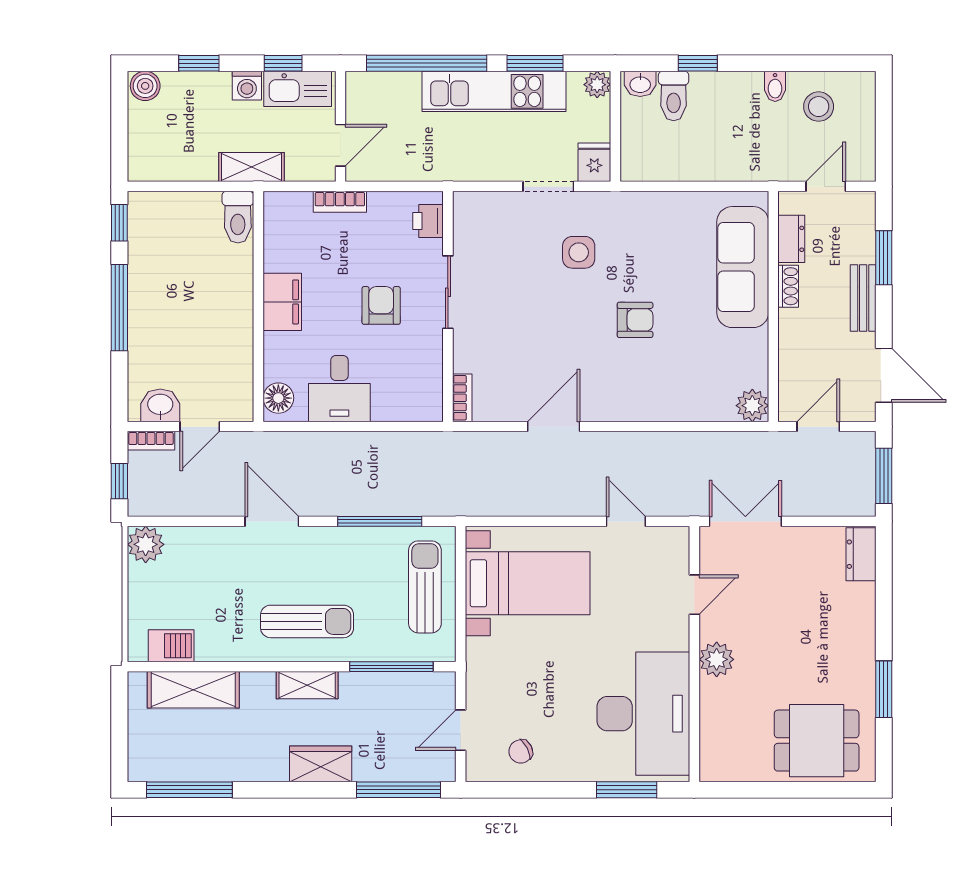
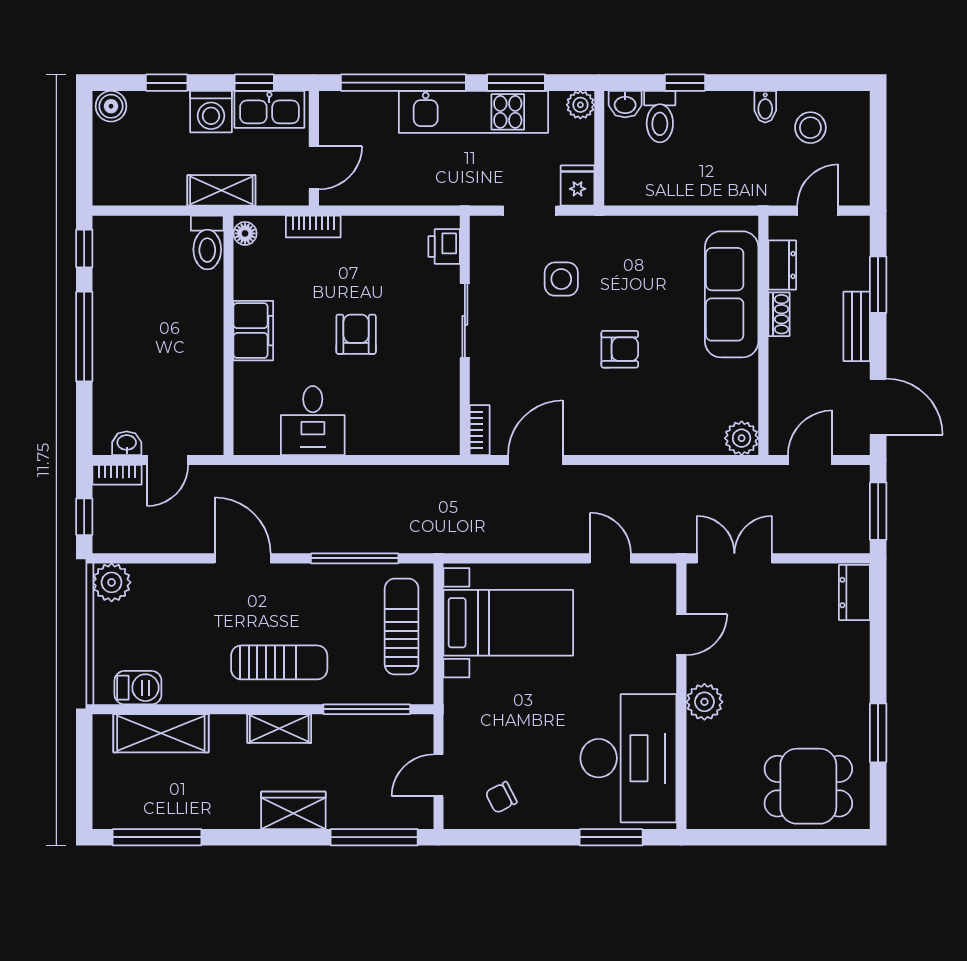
washing machine: (247, 86) -> (211, 112), width x1.38, depth x1.38
printer: (428, 221) -> (444, 247), moved
sliding door: (448, 292) -> (465, 320), moved
wall: (448, 306) -> (465, 335), moved
floor lamp: (278, 398) -> (245, 233), moved, width x0.73, depth x0.73
bookcase: (462, 398) -> (480, 430), moved
washbasin: (160, 405) -> (127, 443), width x0.72, depth x0.69

